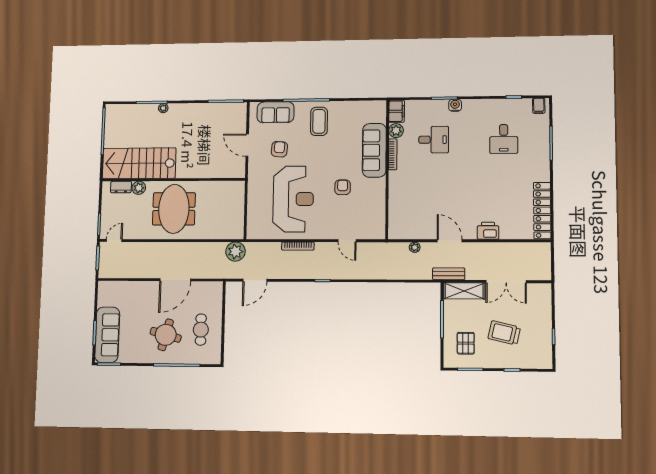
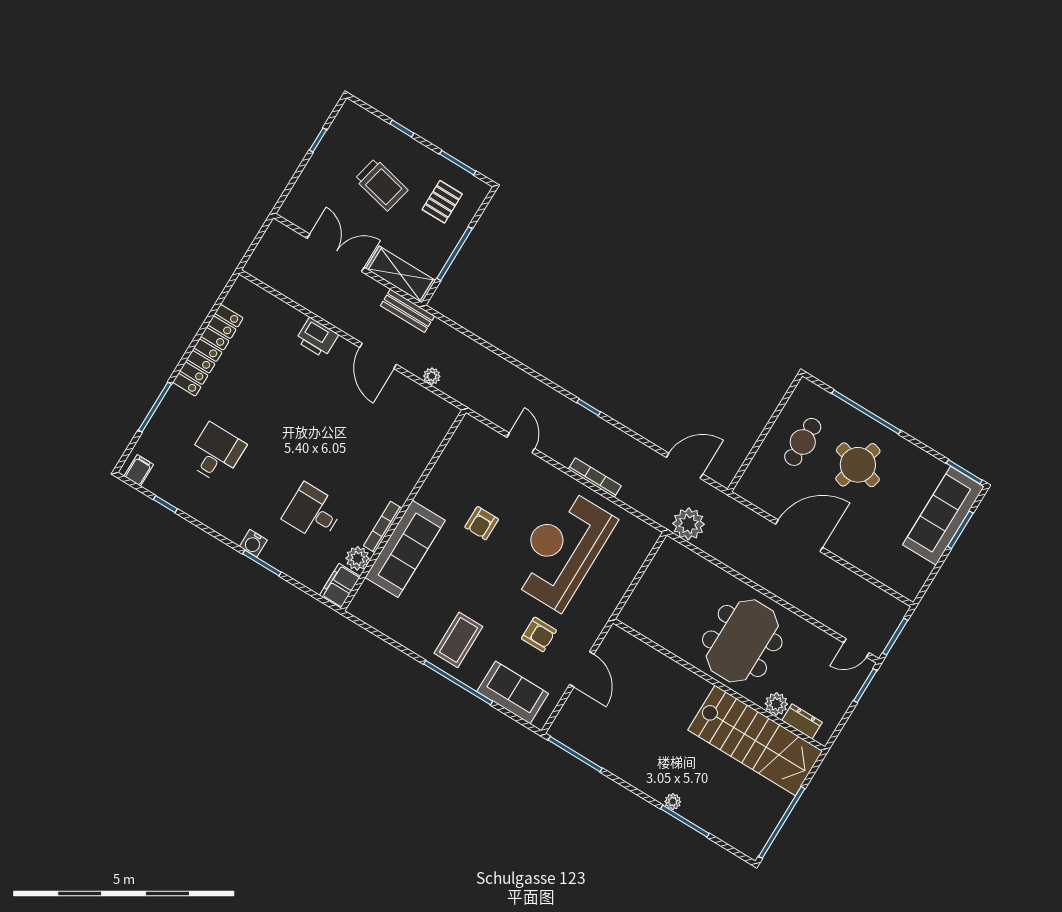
armchair: (279, 149) -> (539, 634), turned -95
locker: (542, 210) -> (208, 350), moved

